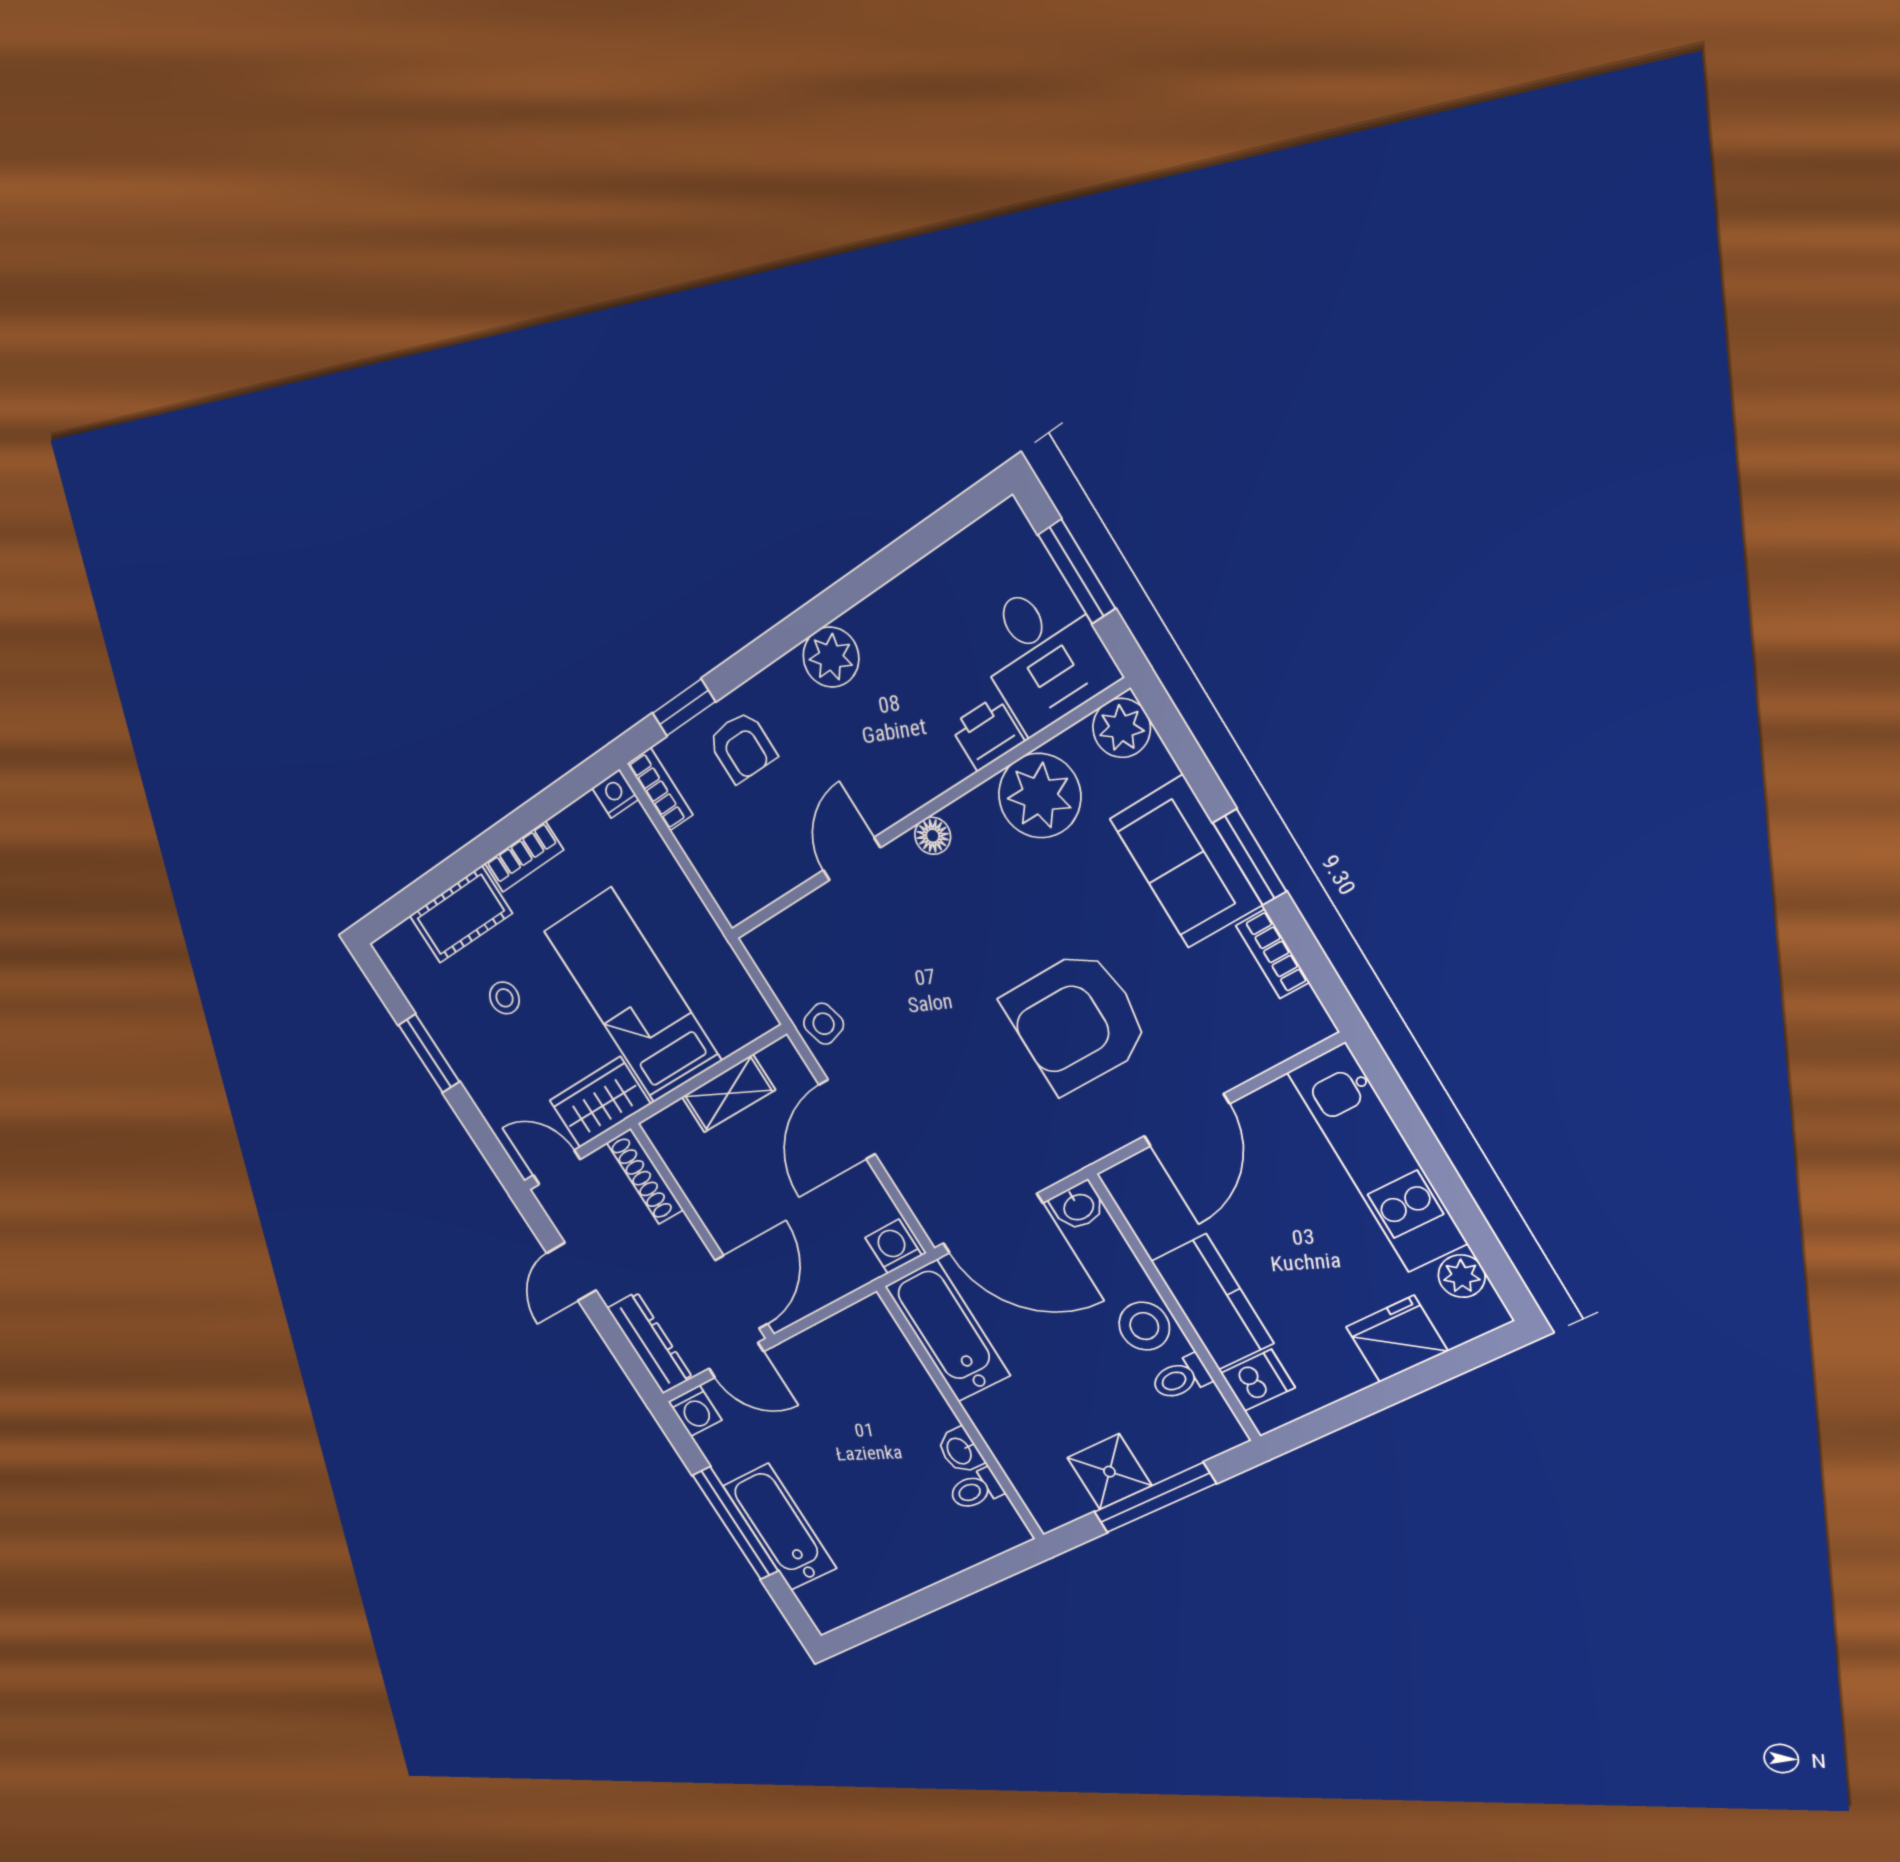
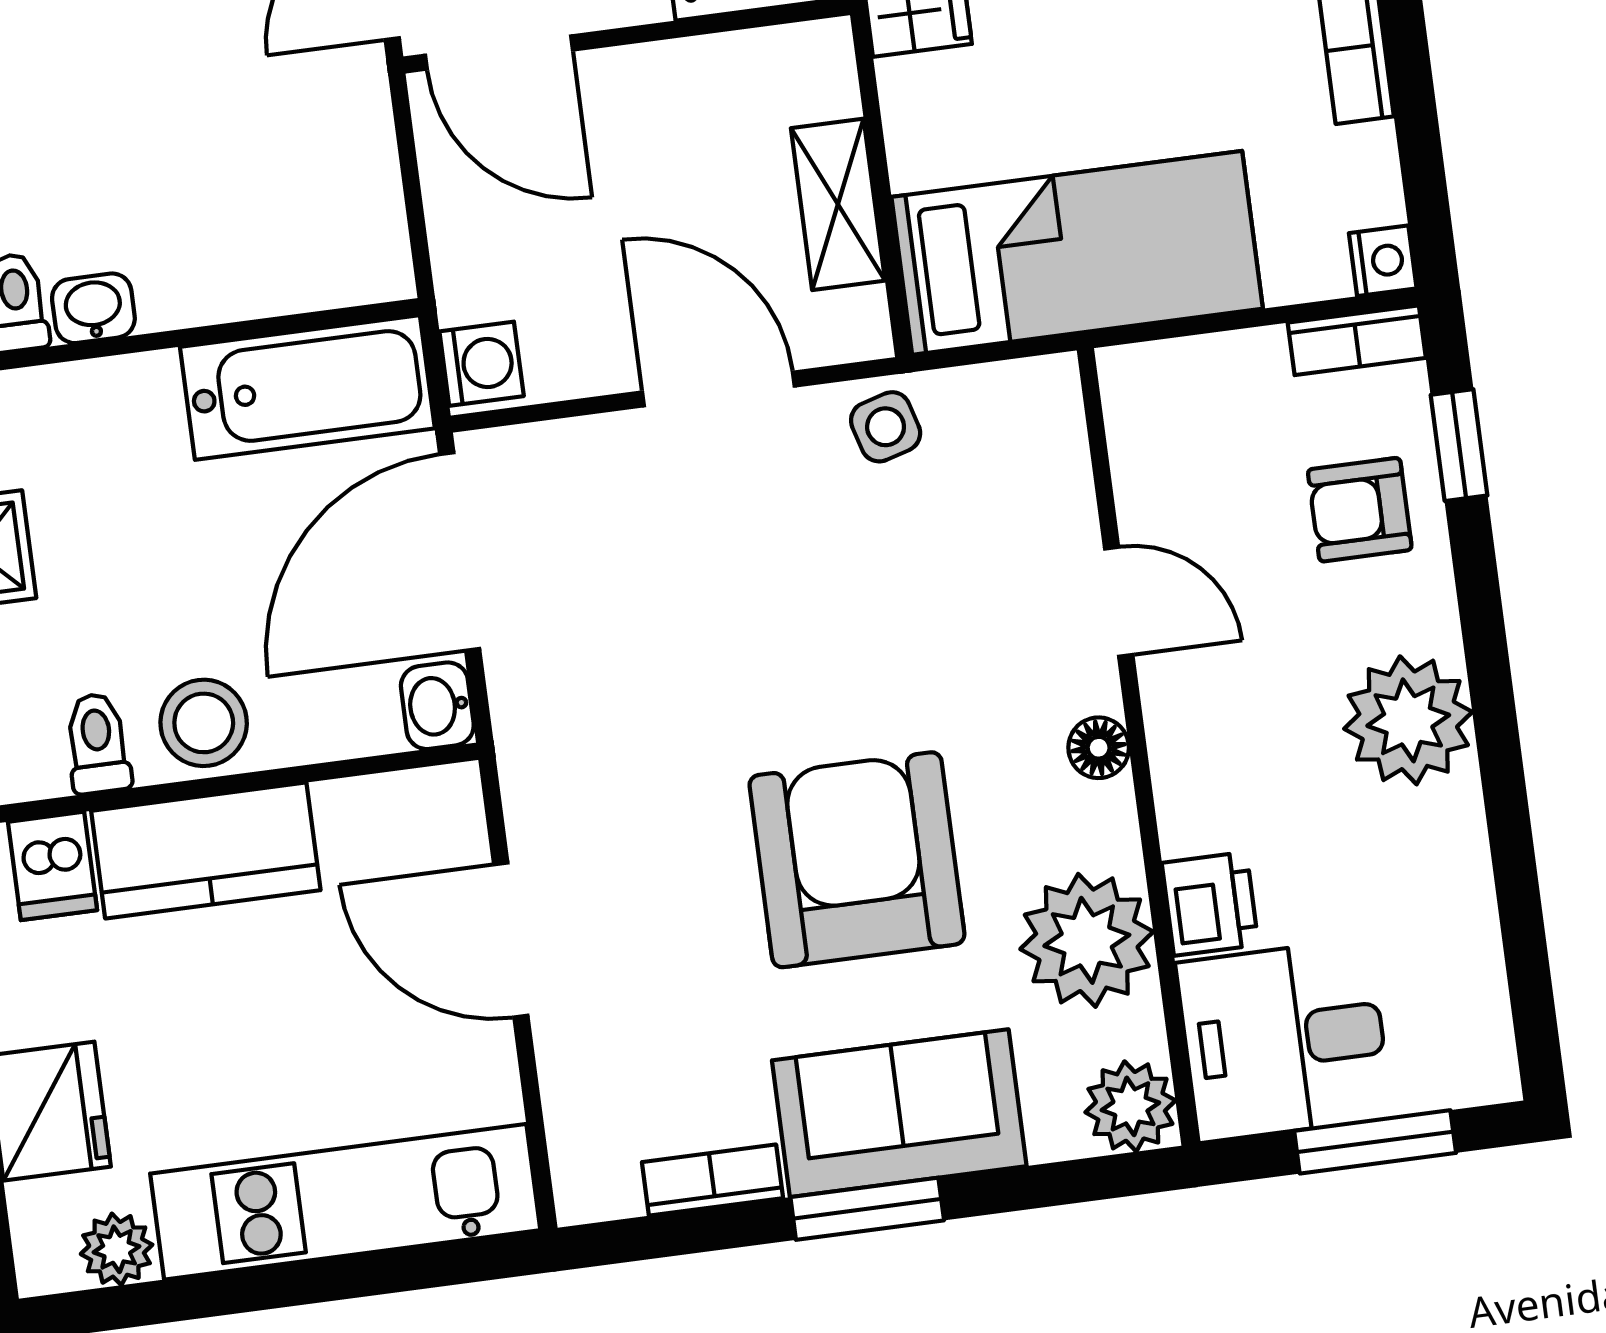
plant: (831, 657) -> (1408, 720), width x1.36, depth x1.36
bed: (633, 996) -> (1077, 253), moved
armchair: (1076, 1021) -> (857, 860), moved

